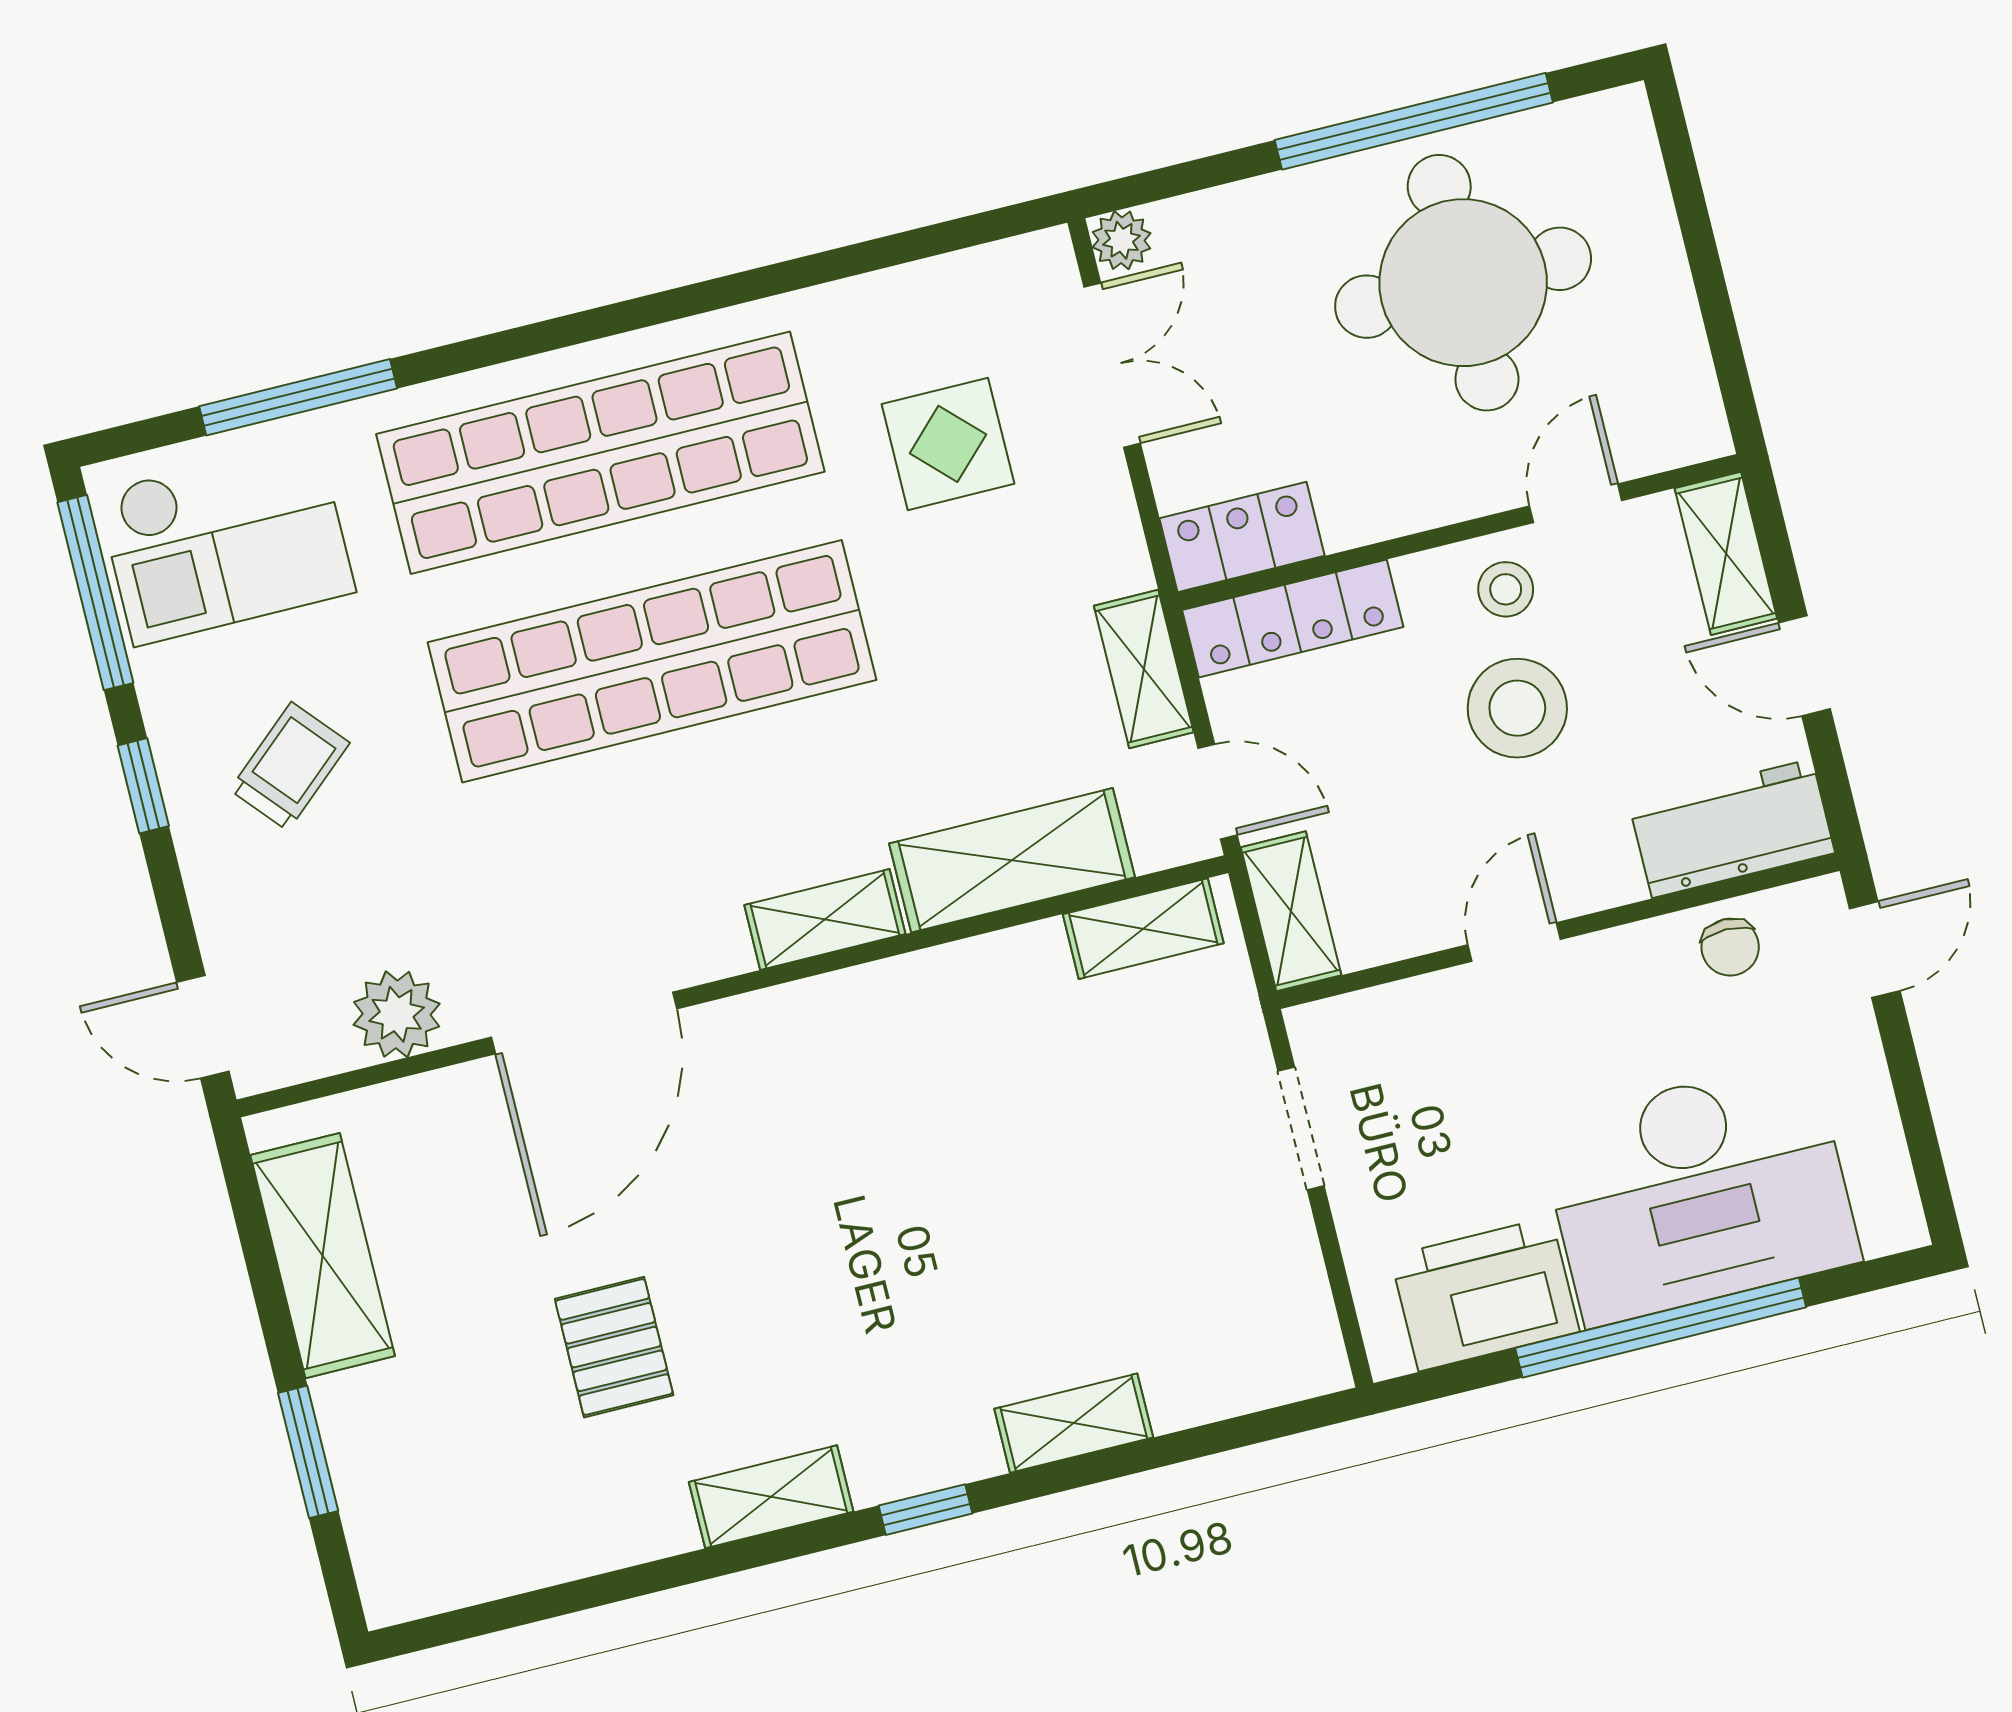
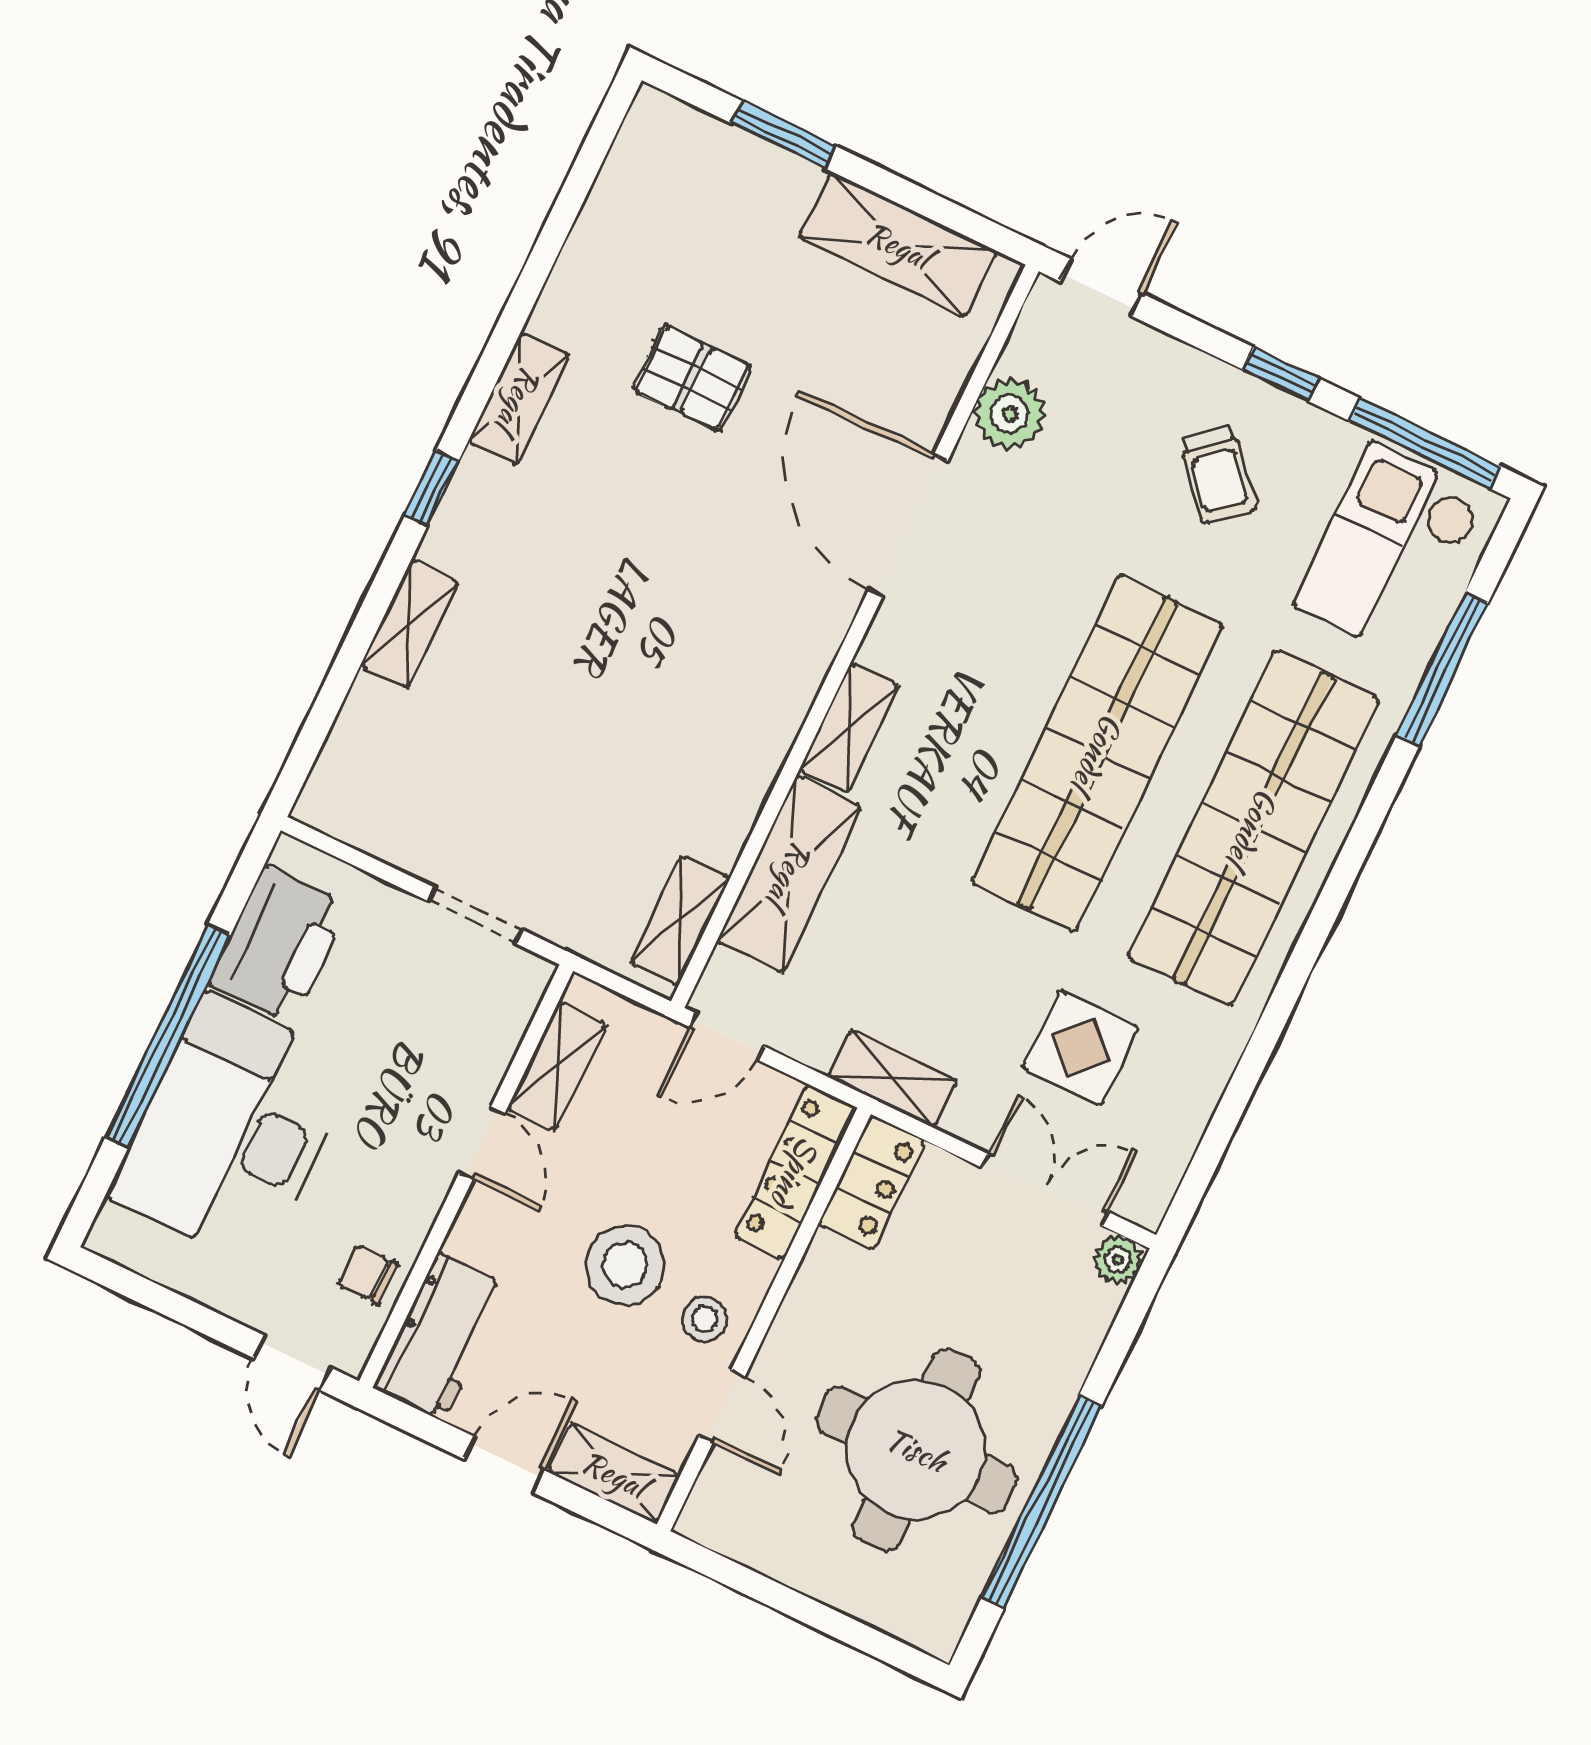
double door: (1112, 365) -> (1045, 1190), swing flipped
shelving: (1144, 669) -> (893, 1079), moved
shelving: (1291, 911) -> (557, 1066), moved, turned 90

